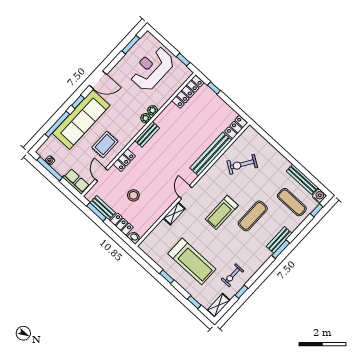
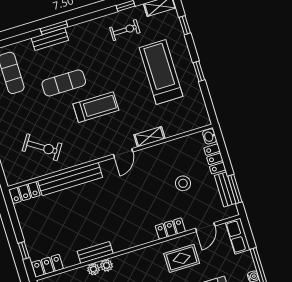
locker: (188, 92) -> (48, 266), width x0.66
plant: (146, 118) -> (94, 269), moved
bench: (147, 134) -> (95, 252), moved

